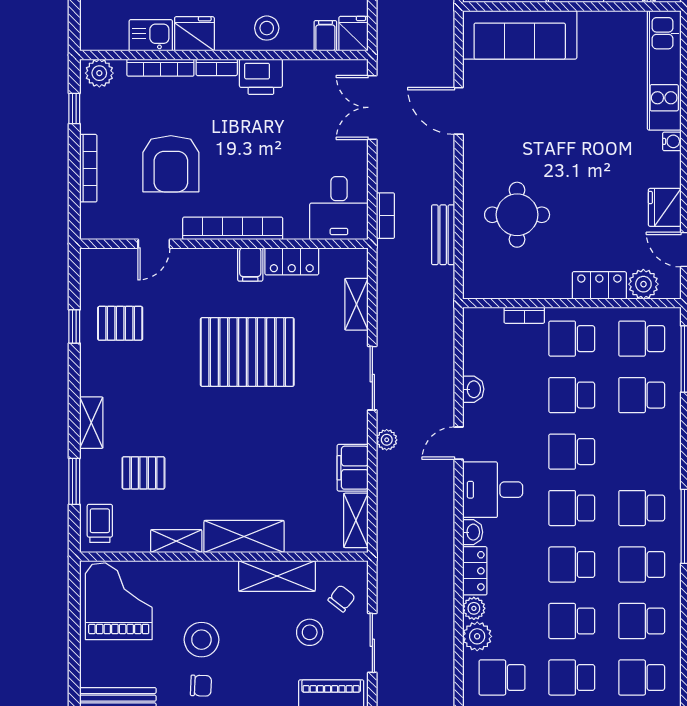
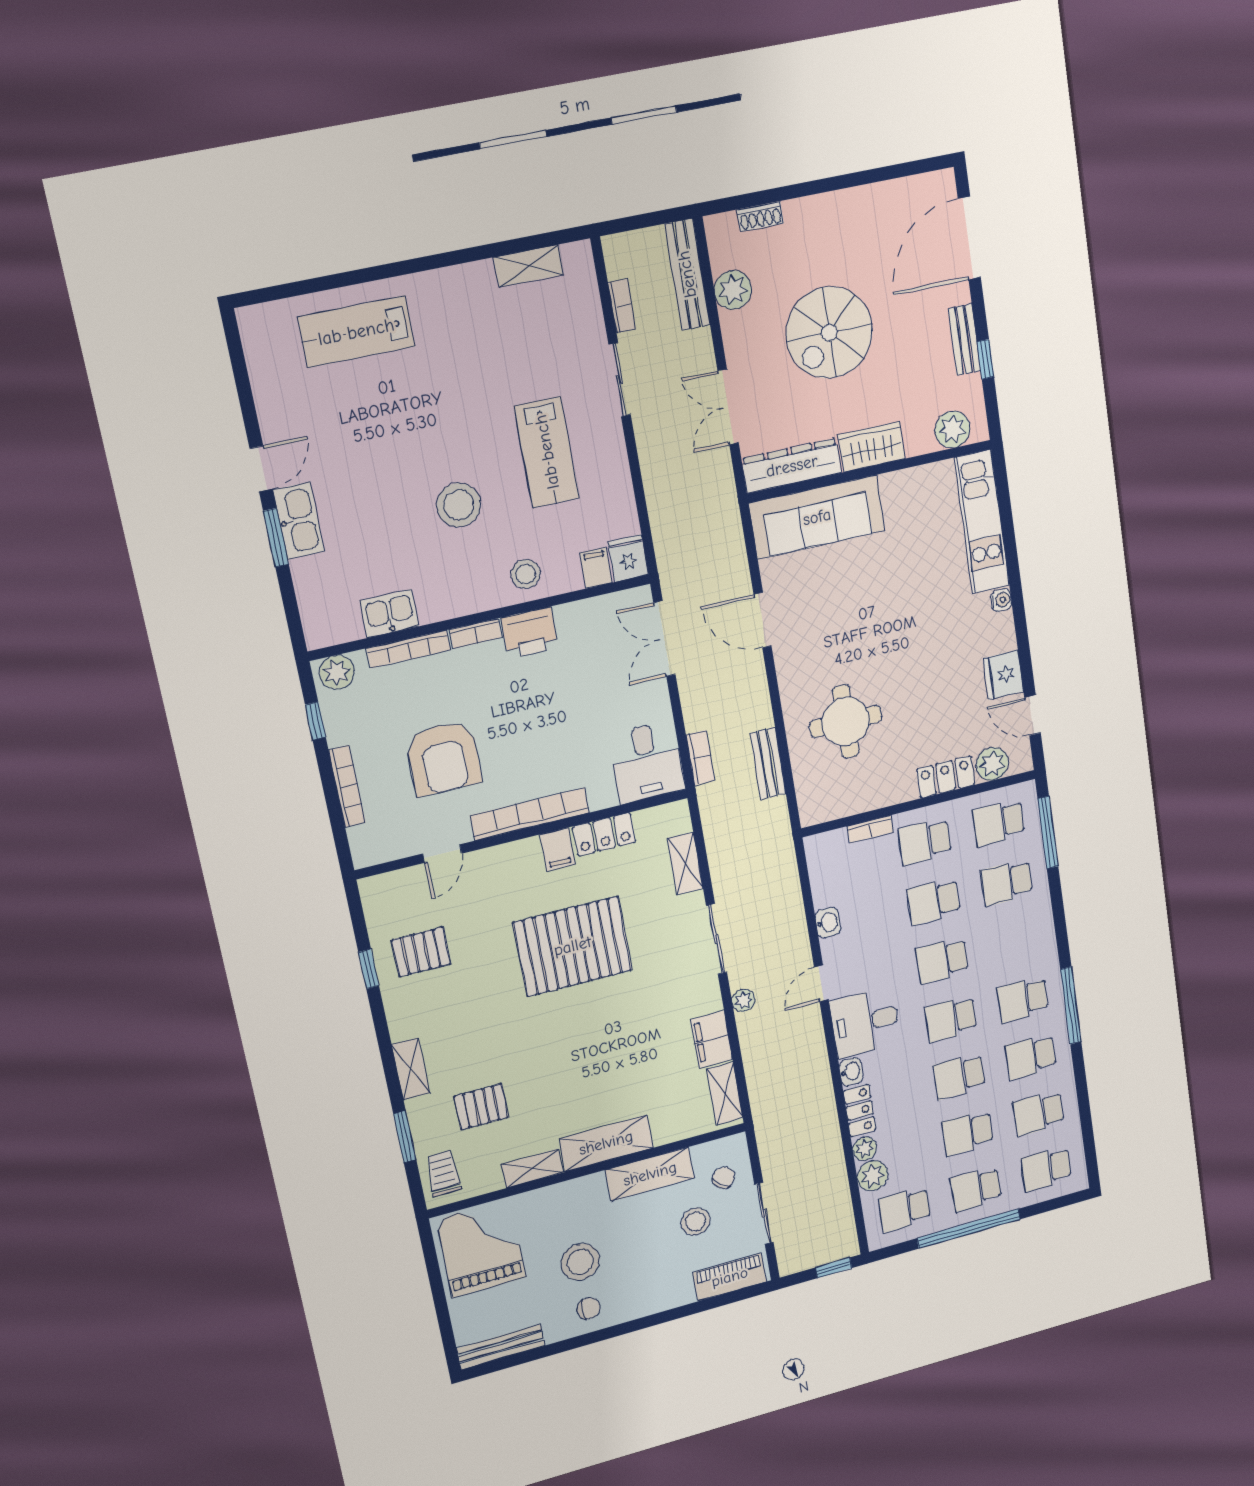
fridge: (194, 34) -> (441, 600), removed

